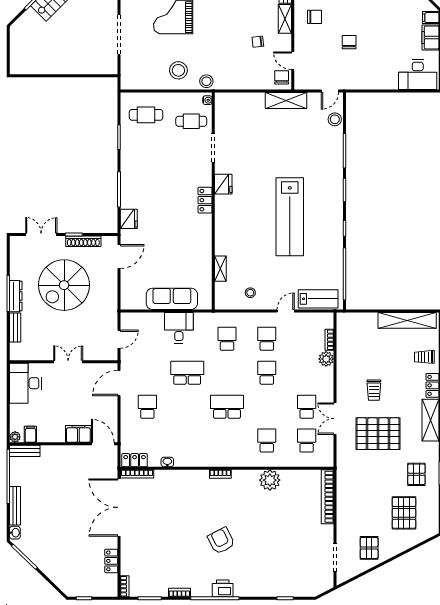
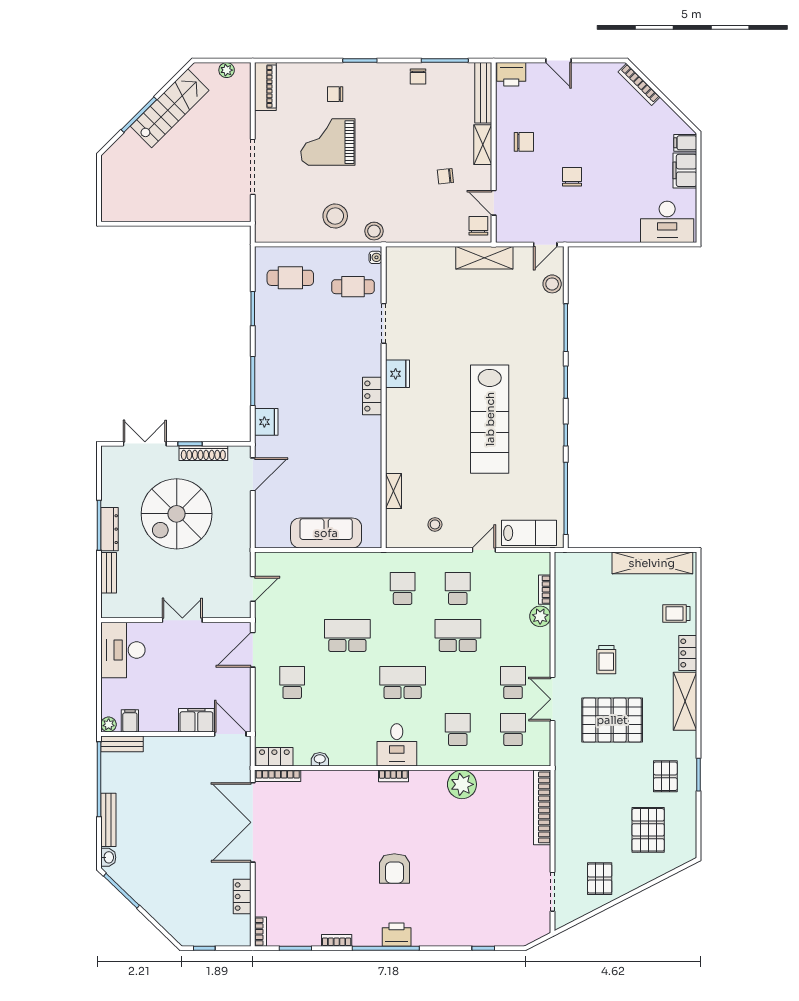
desk: (179, 328) -> (397, 745), moved, turned 180
school desk: (267, 373) -> (458, 635), width x1.85
armchair: (221, 541) -> (394, 868), turned -153

